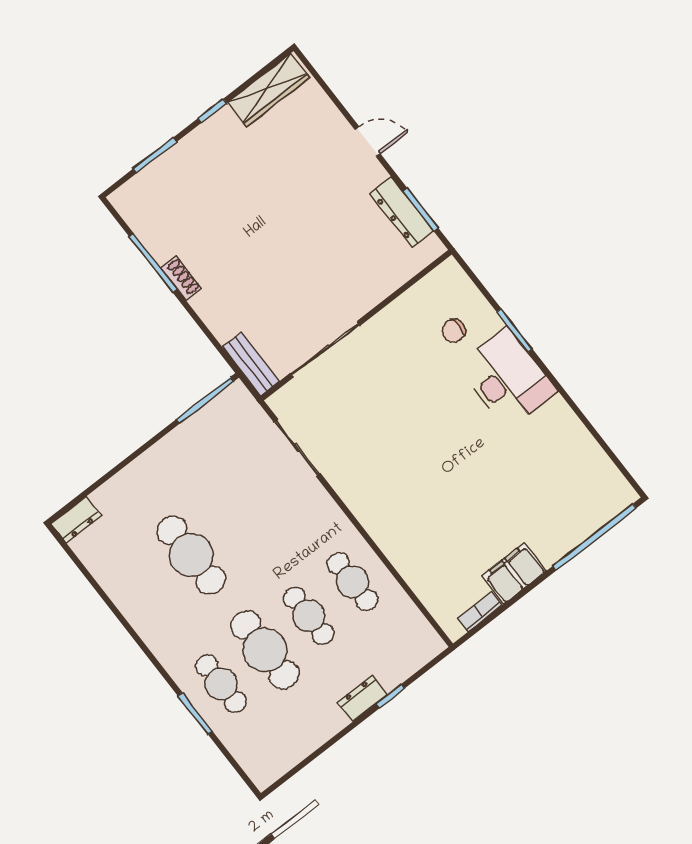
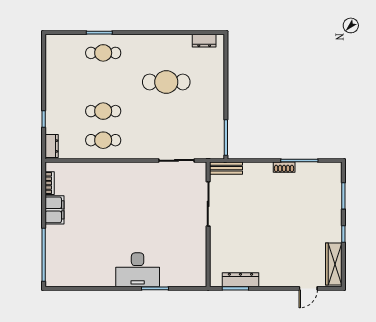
door: (368, 142) -> (308, 288), moved
chair: (454, 331) -> (174, 263), removed
dresser: (76, 520) -> (204, 41), moved, turned -90
cafe table: (265, 650) -> (103, 82), removed
dresser: (362, 698) -> (52, 146), moved

